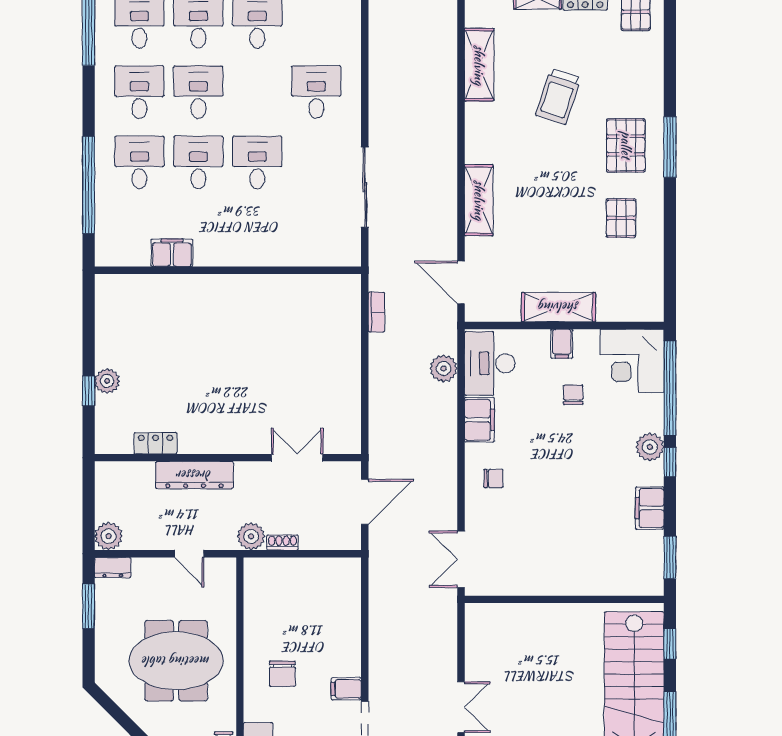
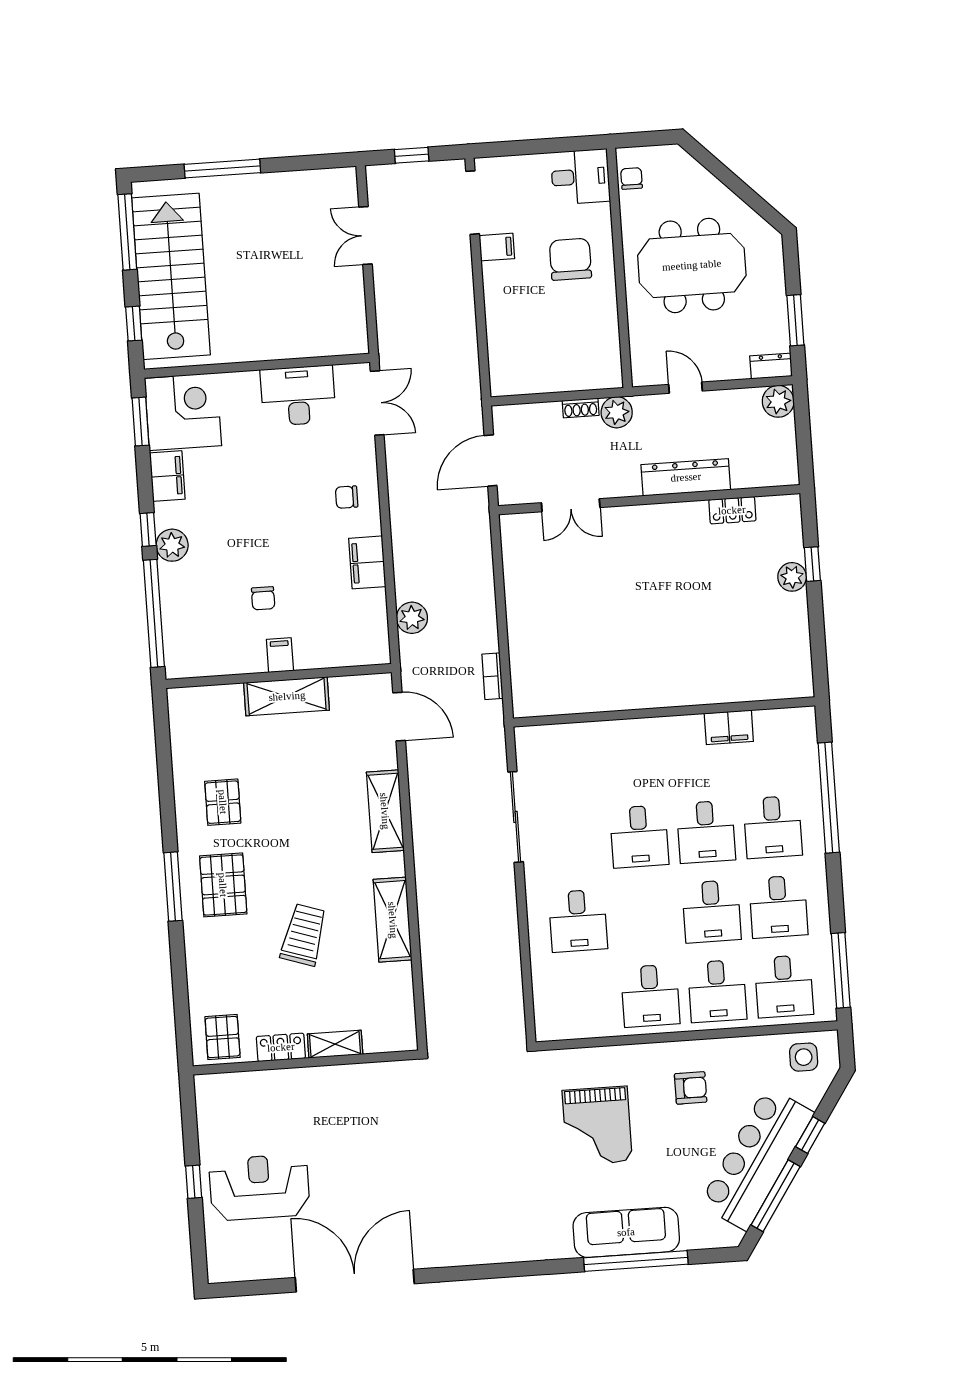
shelving: (479, 65) -> (393, 920), moved
corner desk: (632, 361) -> (183, 412), moved
desk: (490, 363) -> (298, 396), moved, turned -90
chair: (282, 674) -> (570, 259), width x1.37, depth x1.37

